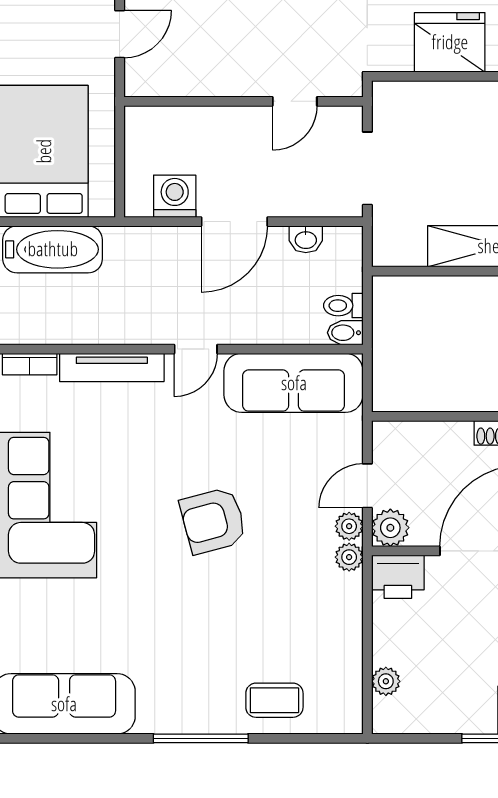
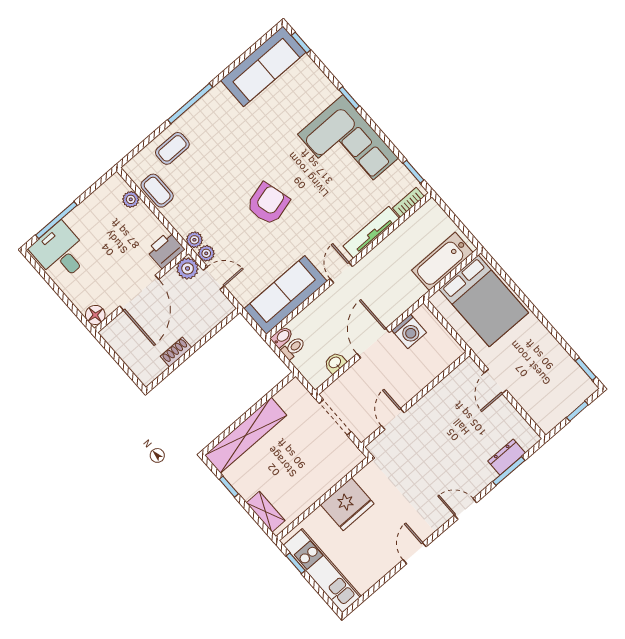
door: (367, 486) -> (214, 278), hinge flipped
coffee table: (342, 663) -> (157, 191), added

